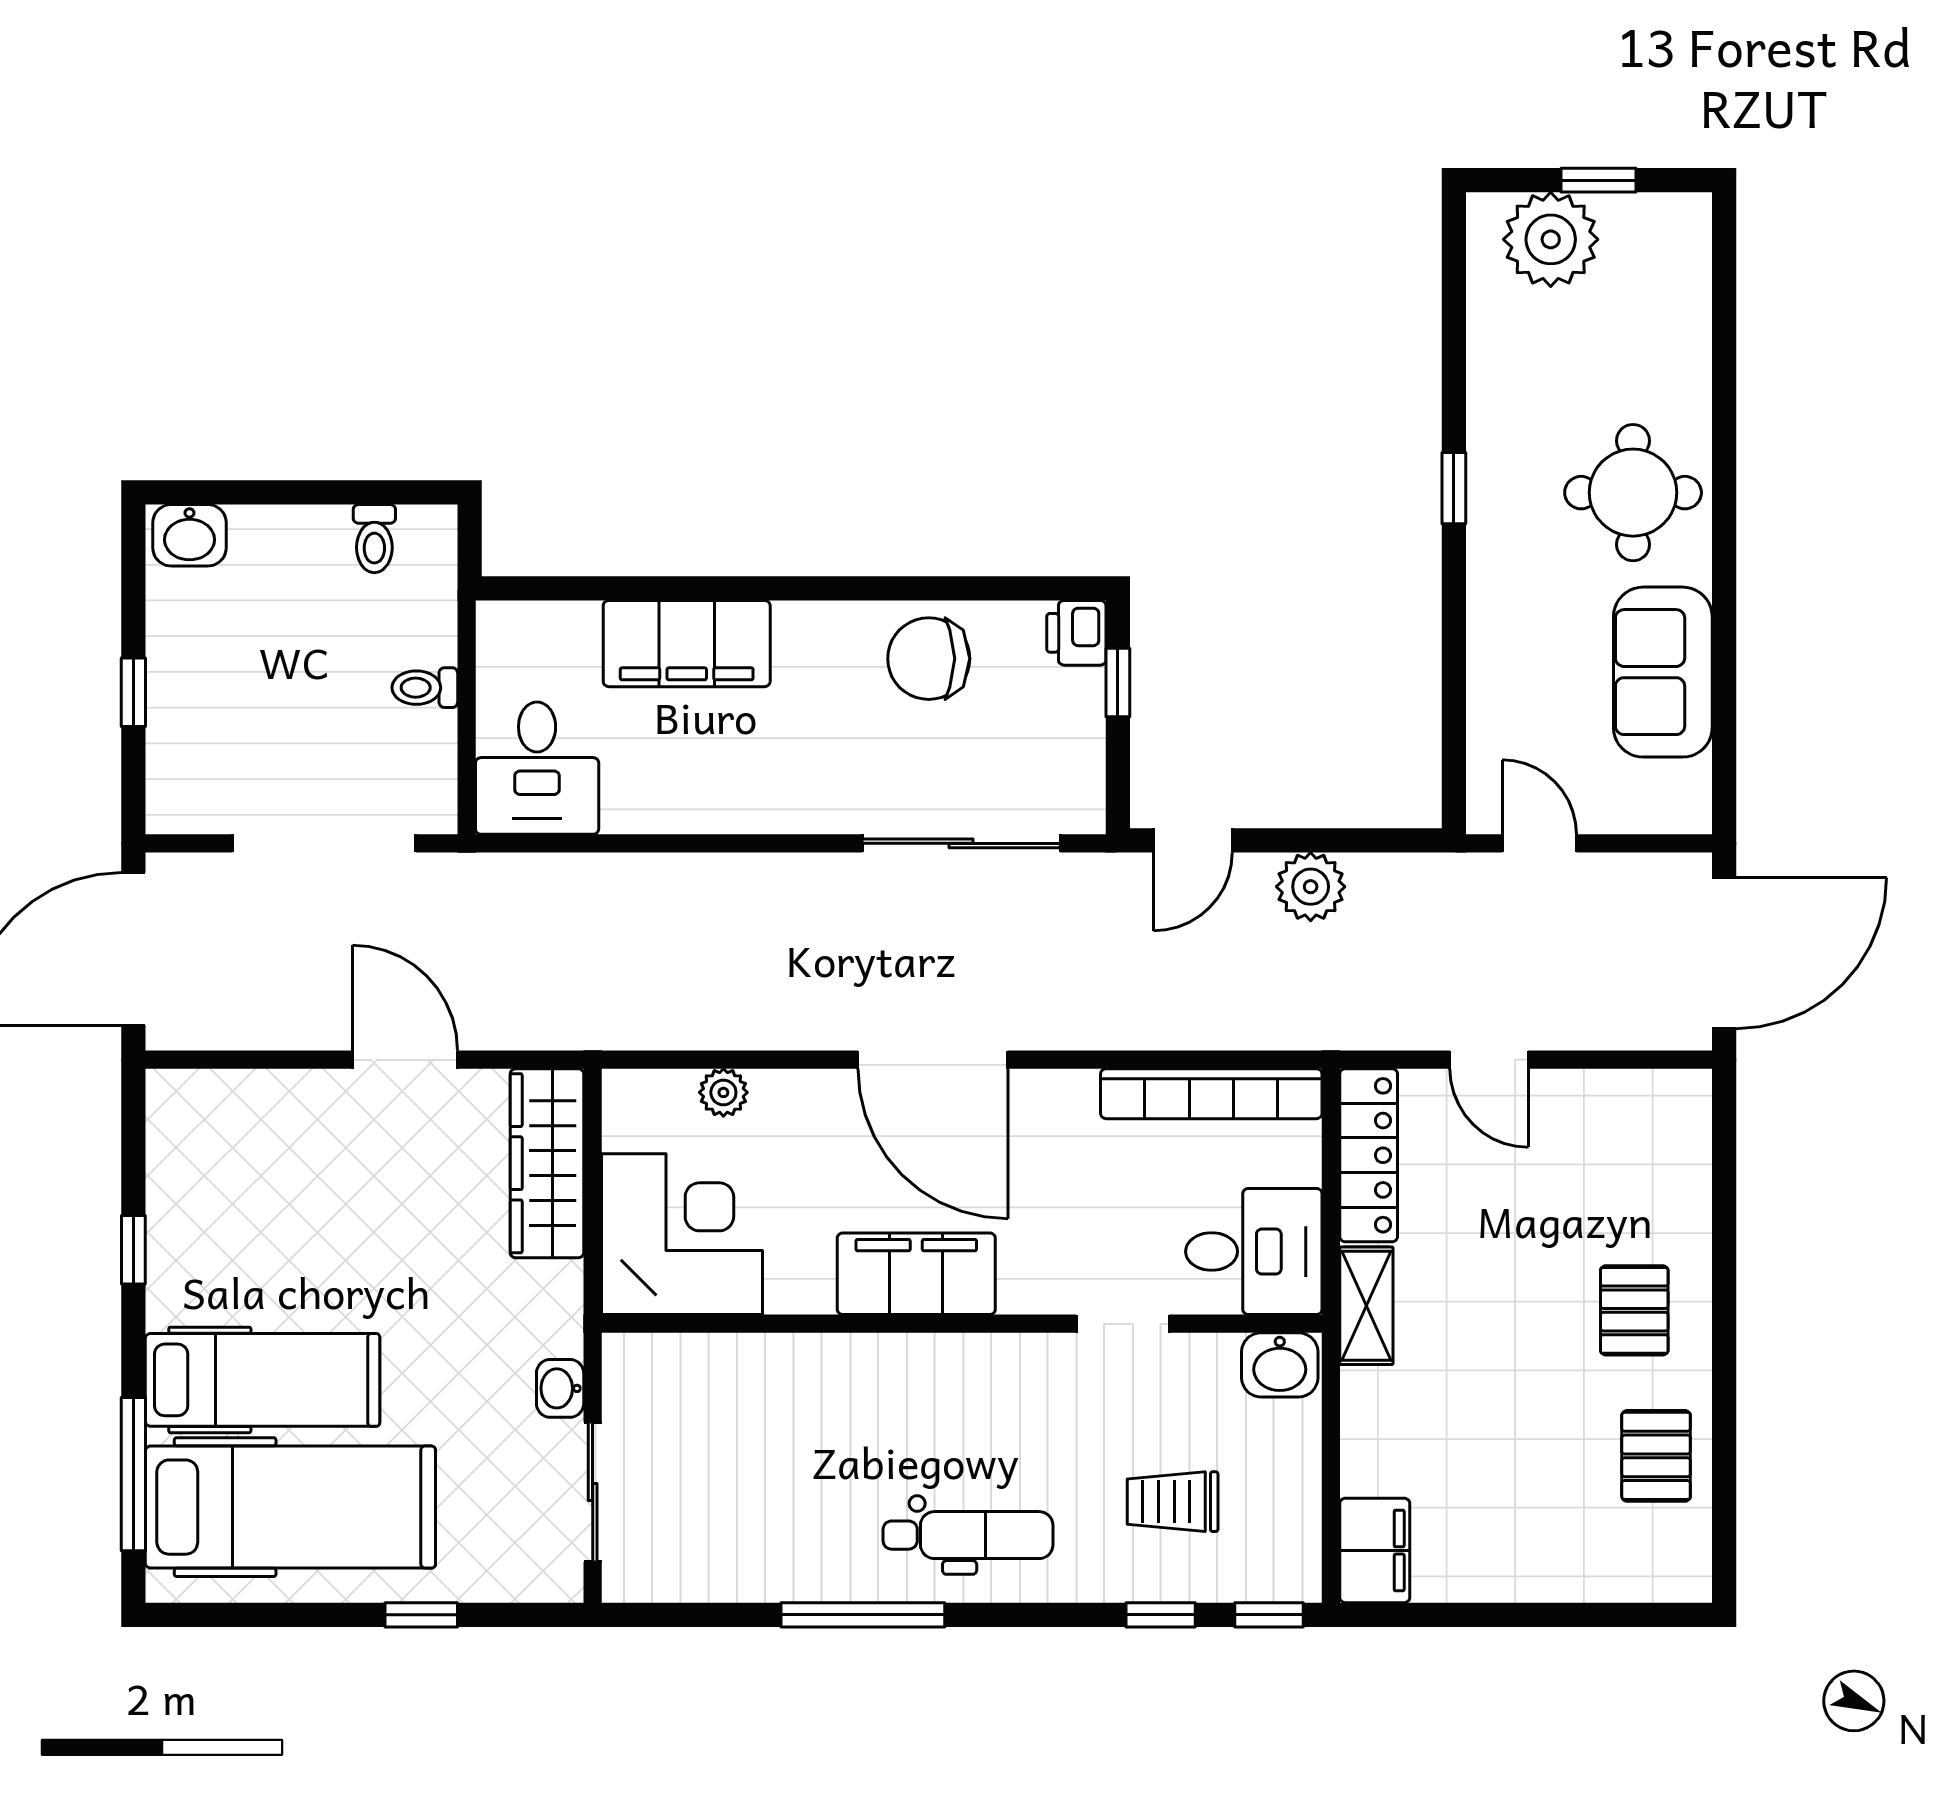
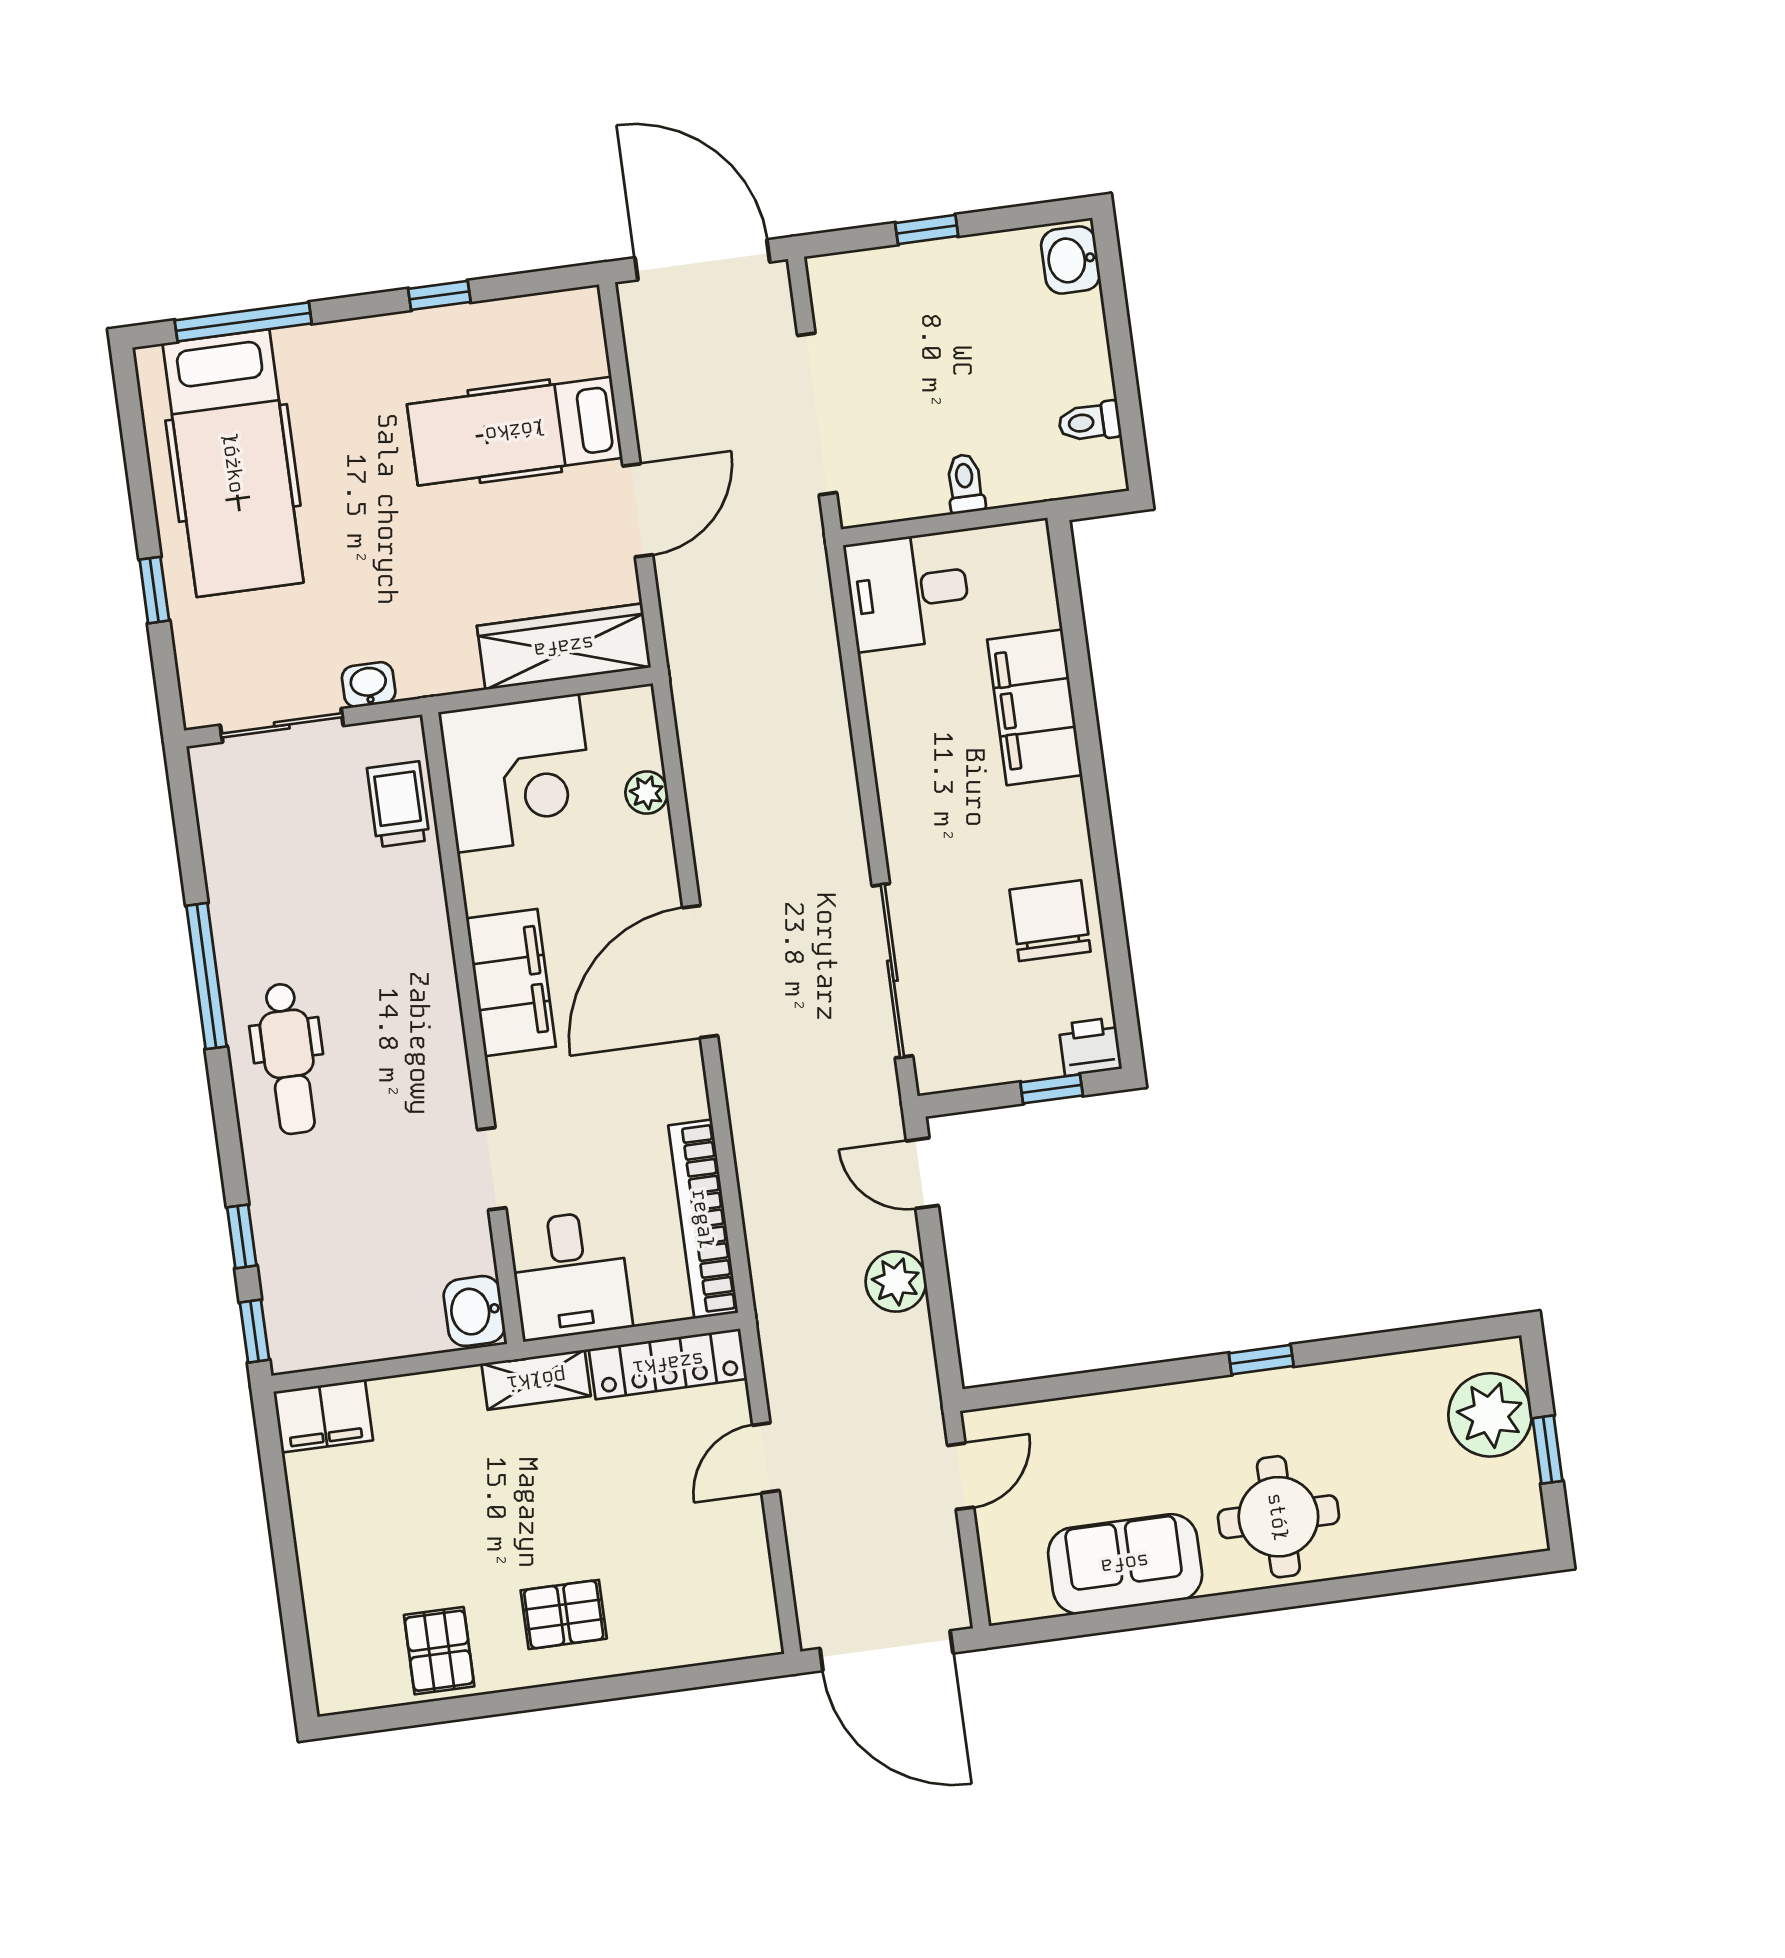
hospital bed: (262, 1380) -> (515, 431), moved, turned 90
pallet: (1656, 1456) -> (439, 1651), turned 90
trolley: (1173, 1502) -> (398, 804), moved

